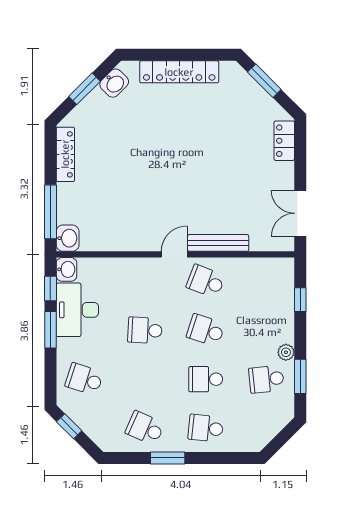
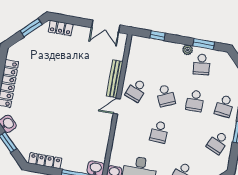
window: (264, 81) -> (31, 28), moved
door: (174, 254) -> (117, 106), hinge flipped
school desk: (206, 330) -> (166, 96), turned -42

